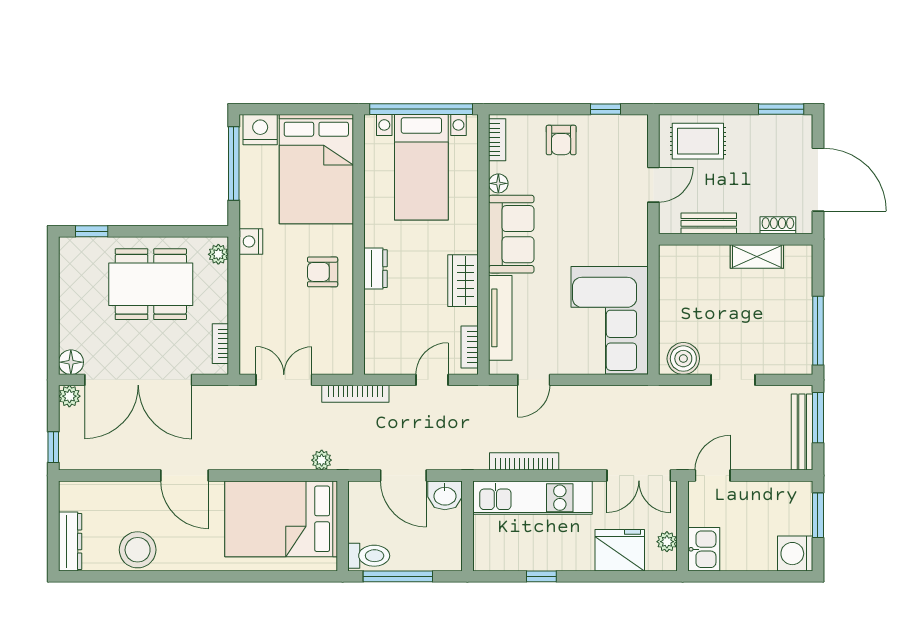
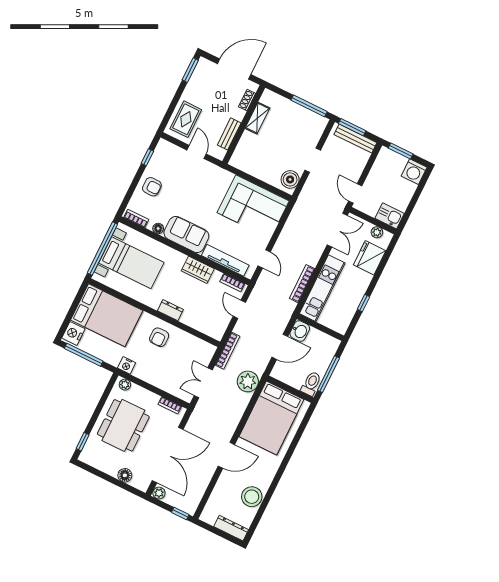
floor lamp: (71, 362) -> (125, 475), moved
plant: (322, 460) -> (248, 381), width x1.88, depth x1.88

